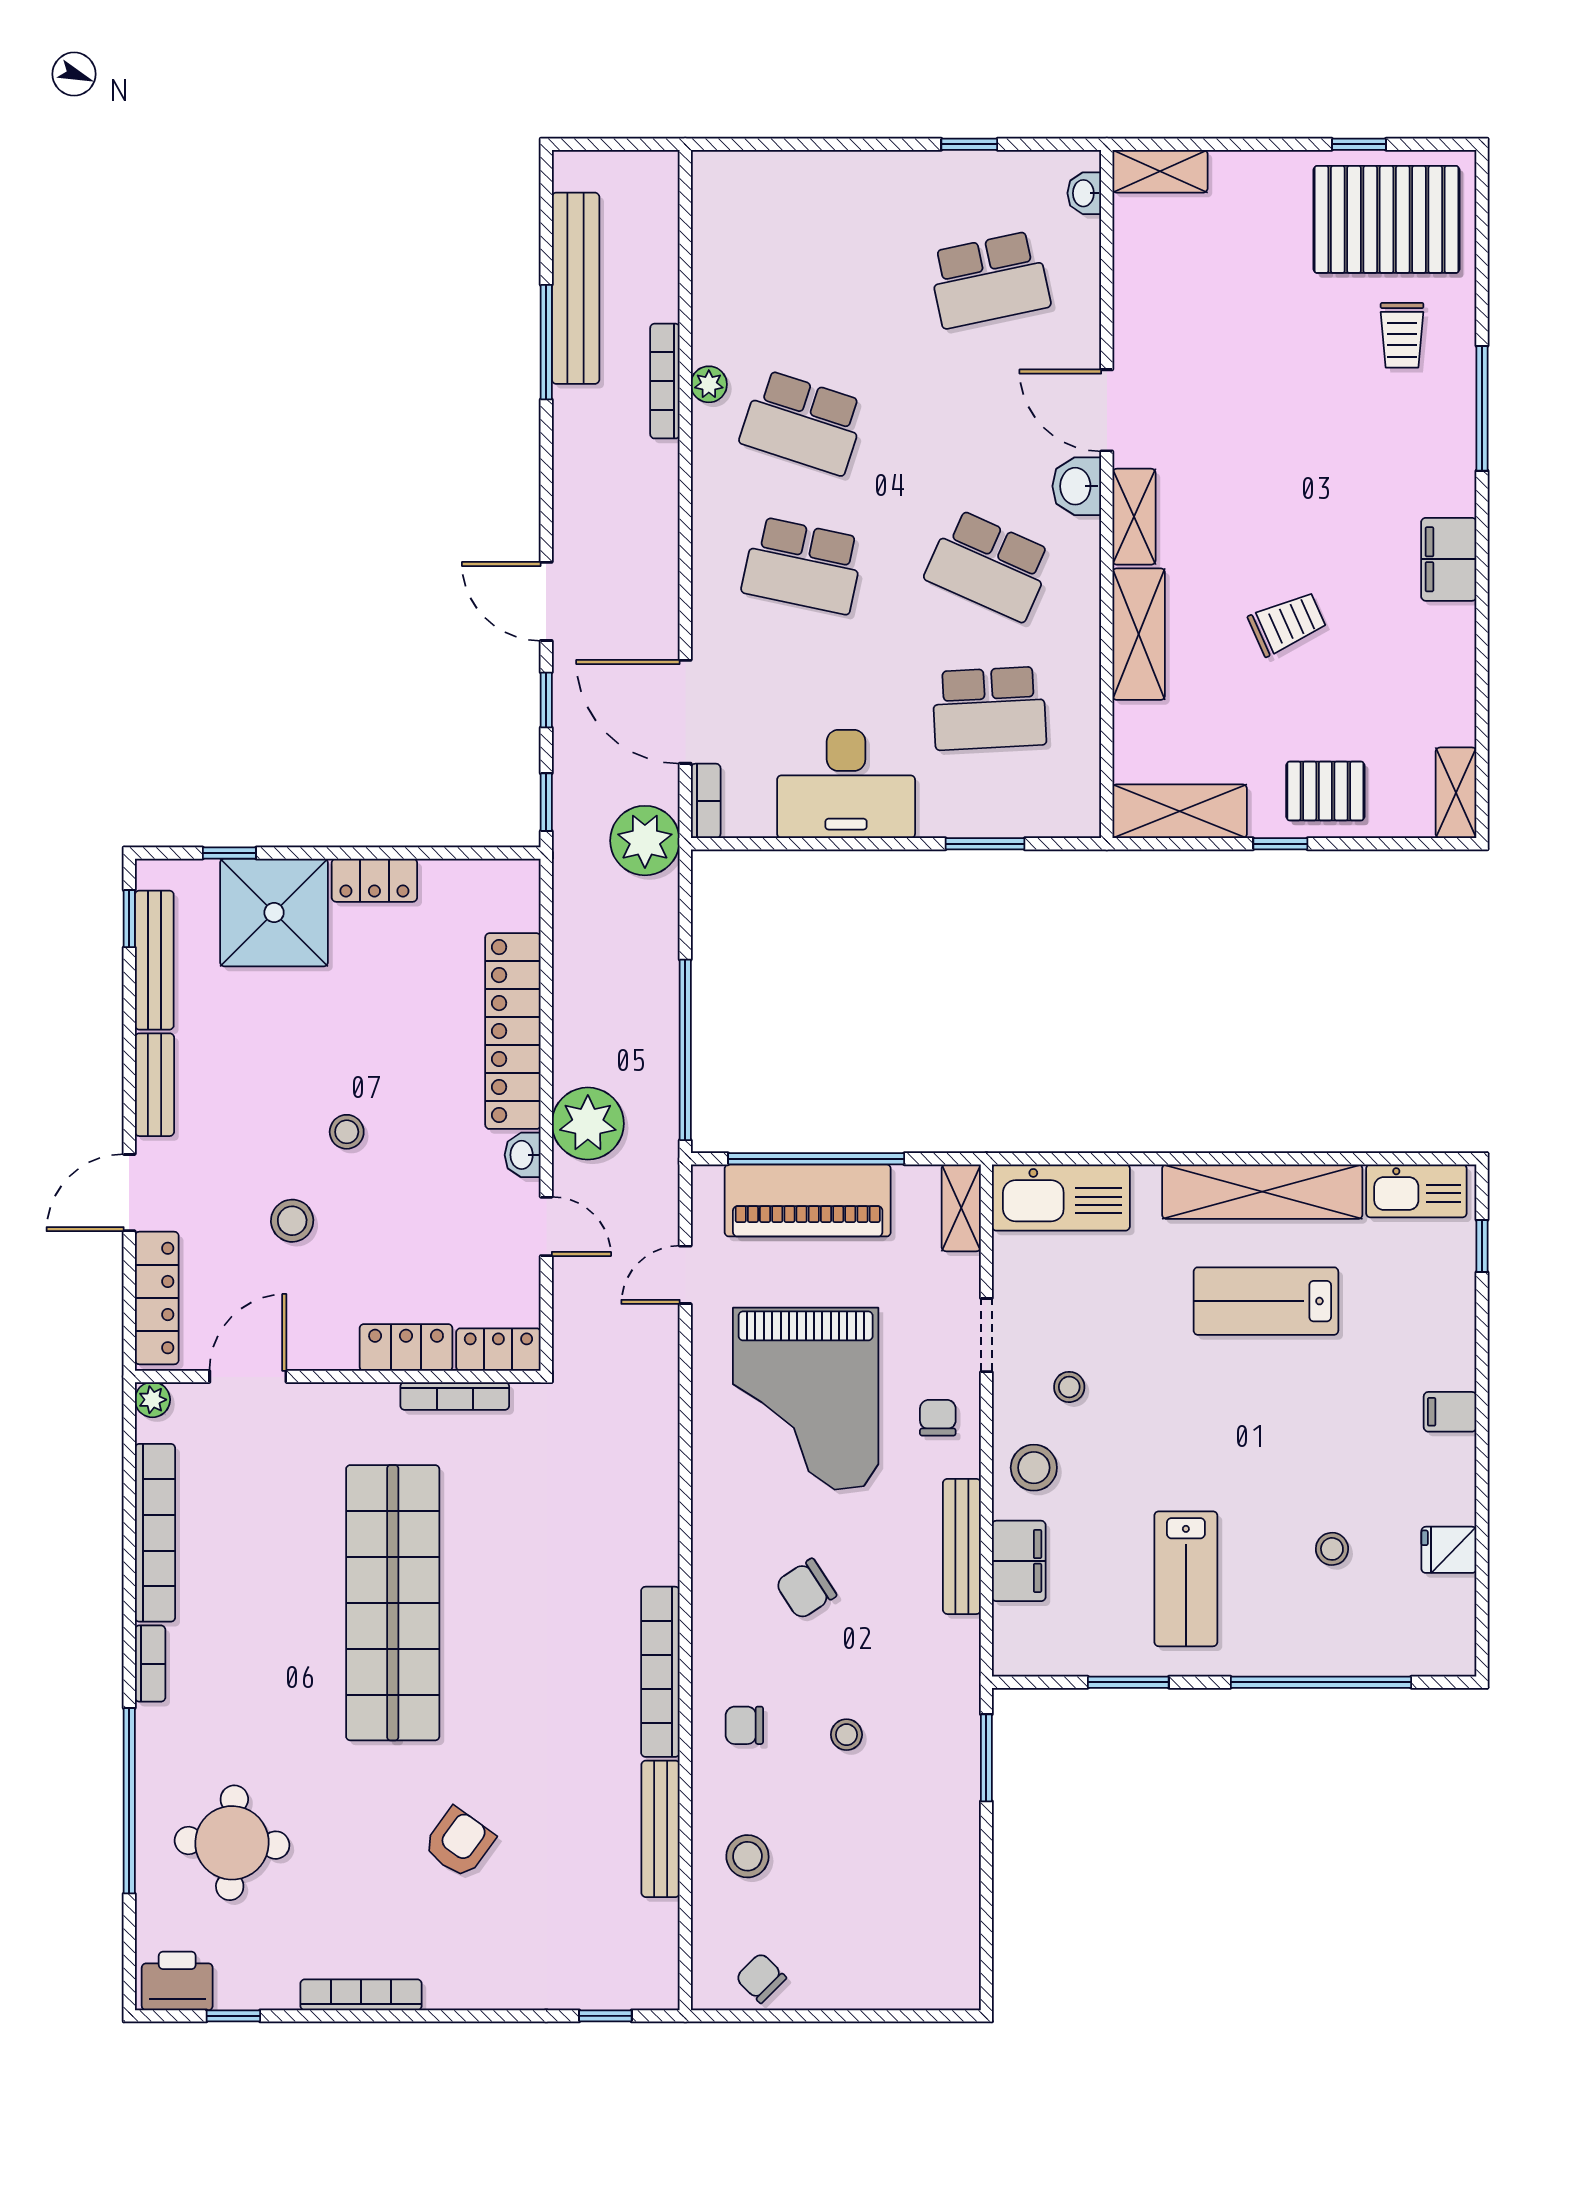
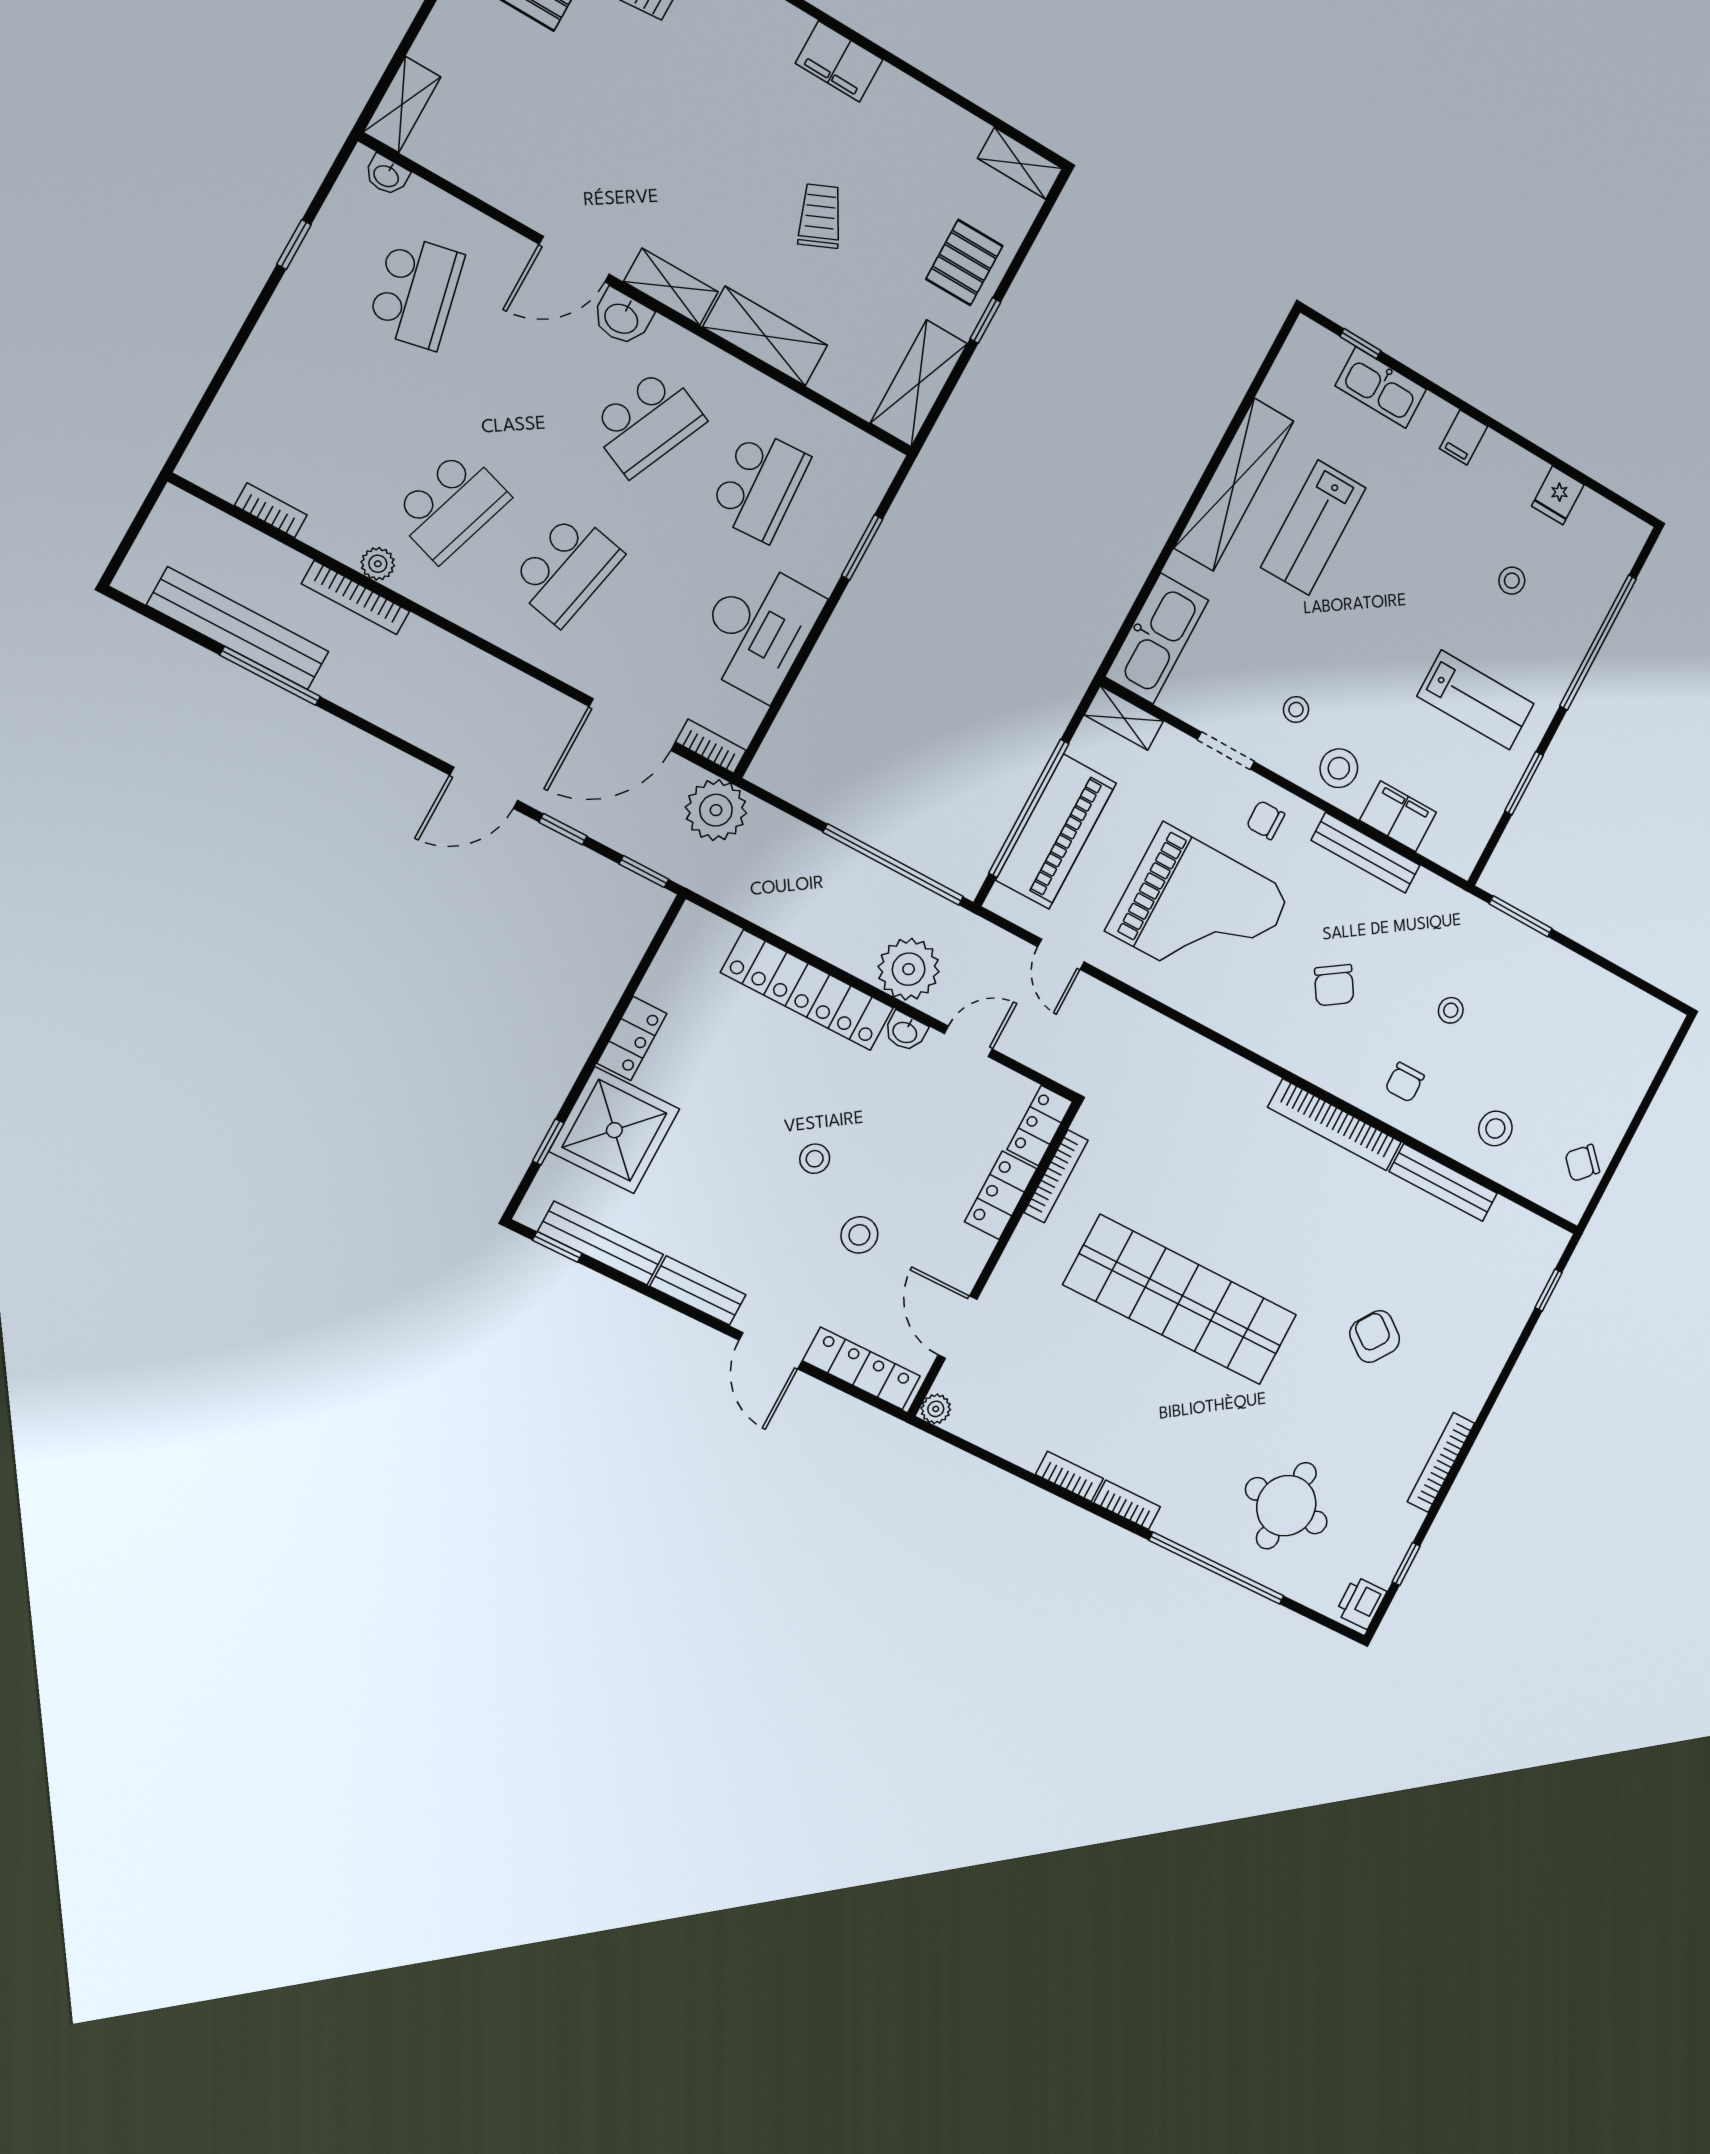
bookcase: (705, 258) -> (271, 510), added
kitchen sink: (1416, 1191) -> (1381, 387), moved, turned 90
bookcase: (155, 1533) -> (1069, 1476), width x0.43, depth x0.76
printer: (177, 1981) -> (1361, 1603), width x0.73, depth x0.81

